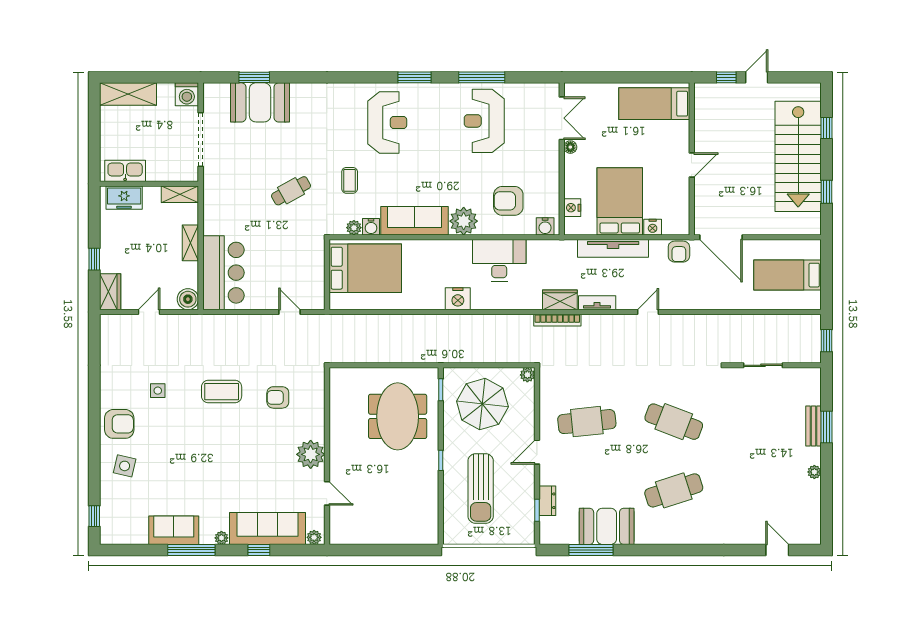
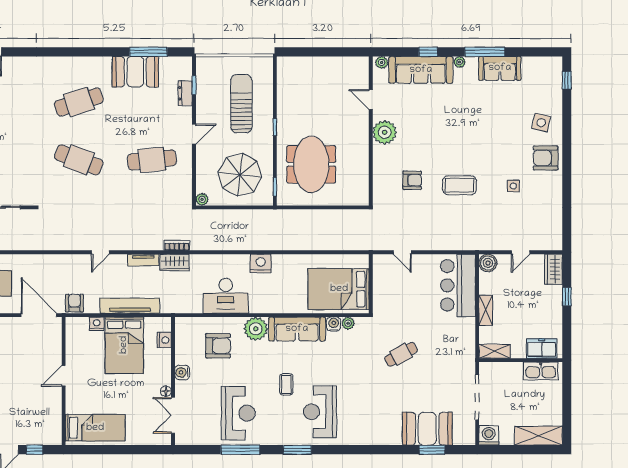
coffee table: (350, 180) -> (286, 384), moved
water cooler: (545, 226) -> (182, 372), moved, turned -90
bookcase: (557, 320) -> (177, 245), width x0.64

